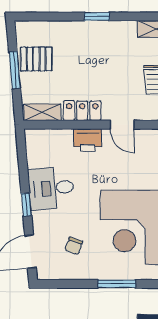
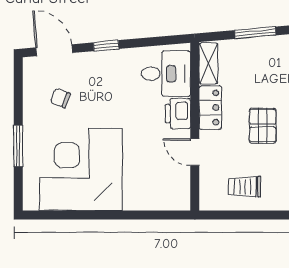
pallet: (36, 59) -> (263, 126), moved
door: (122, 125) -> (195, 152), hinge flipped
desk: (51, 188) -> (166, 74), moved, turned 95

